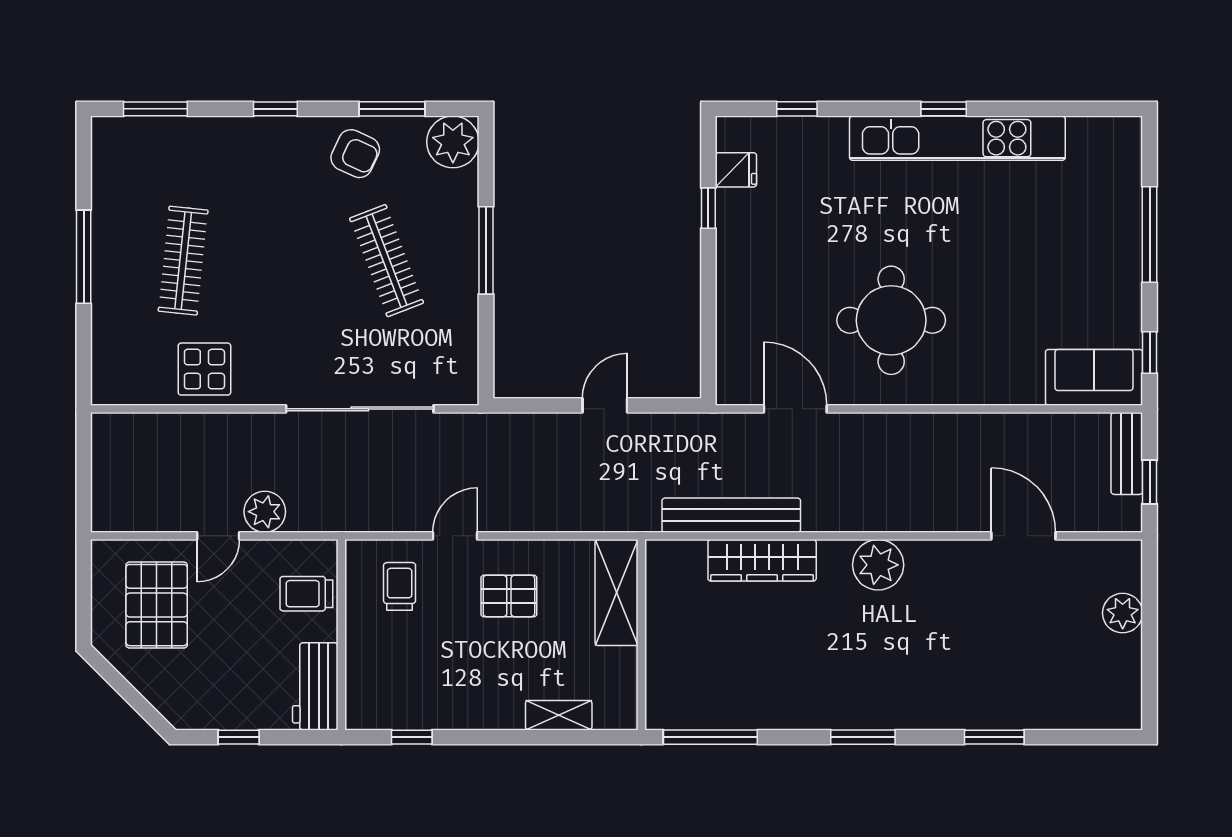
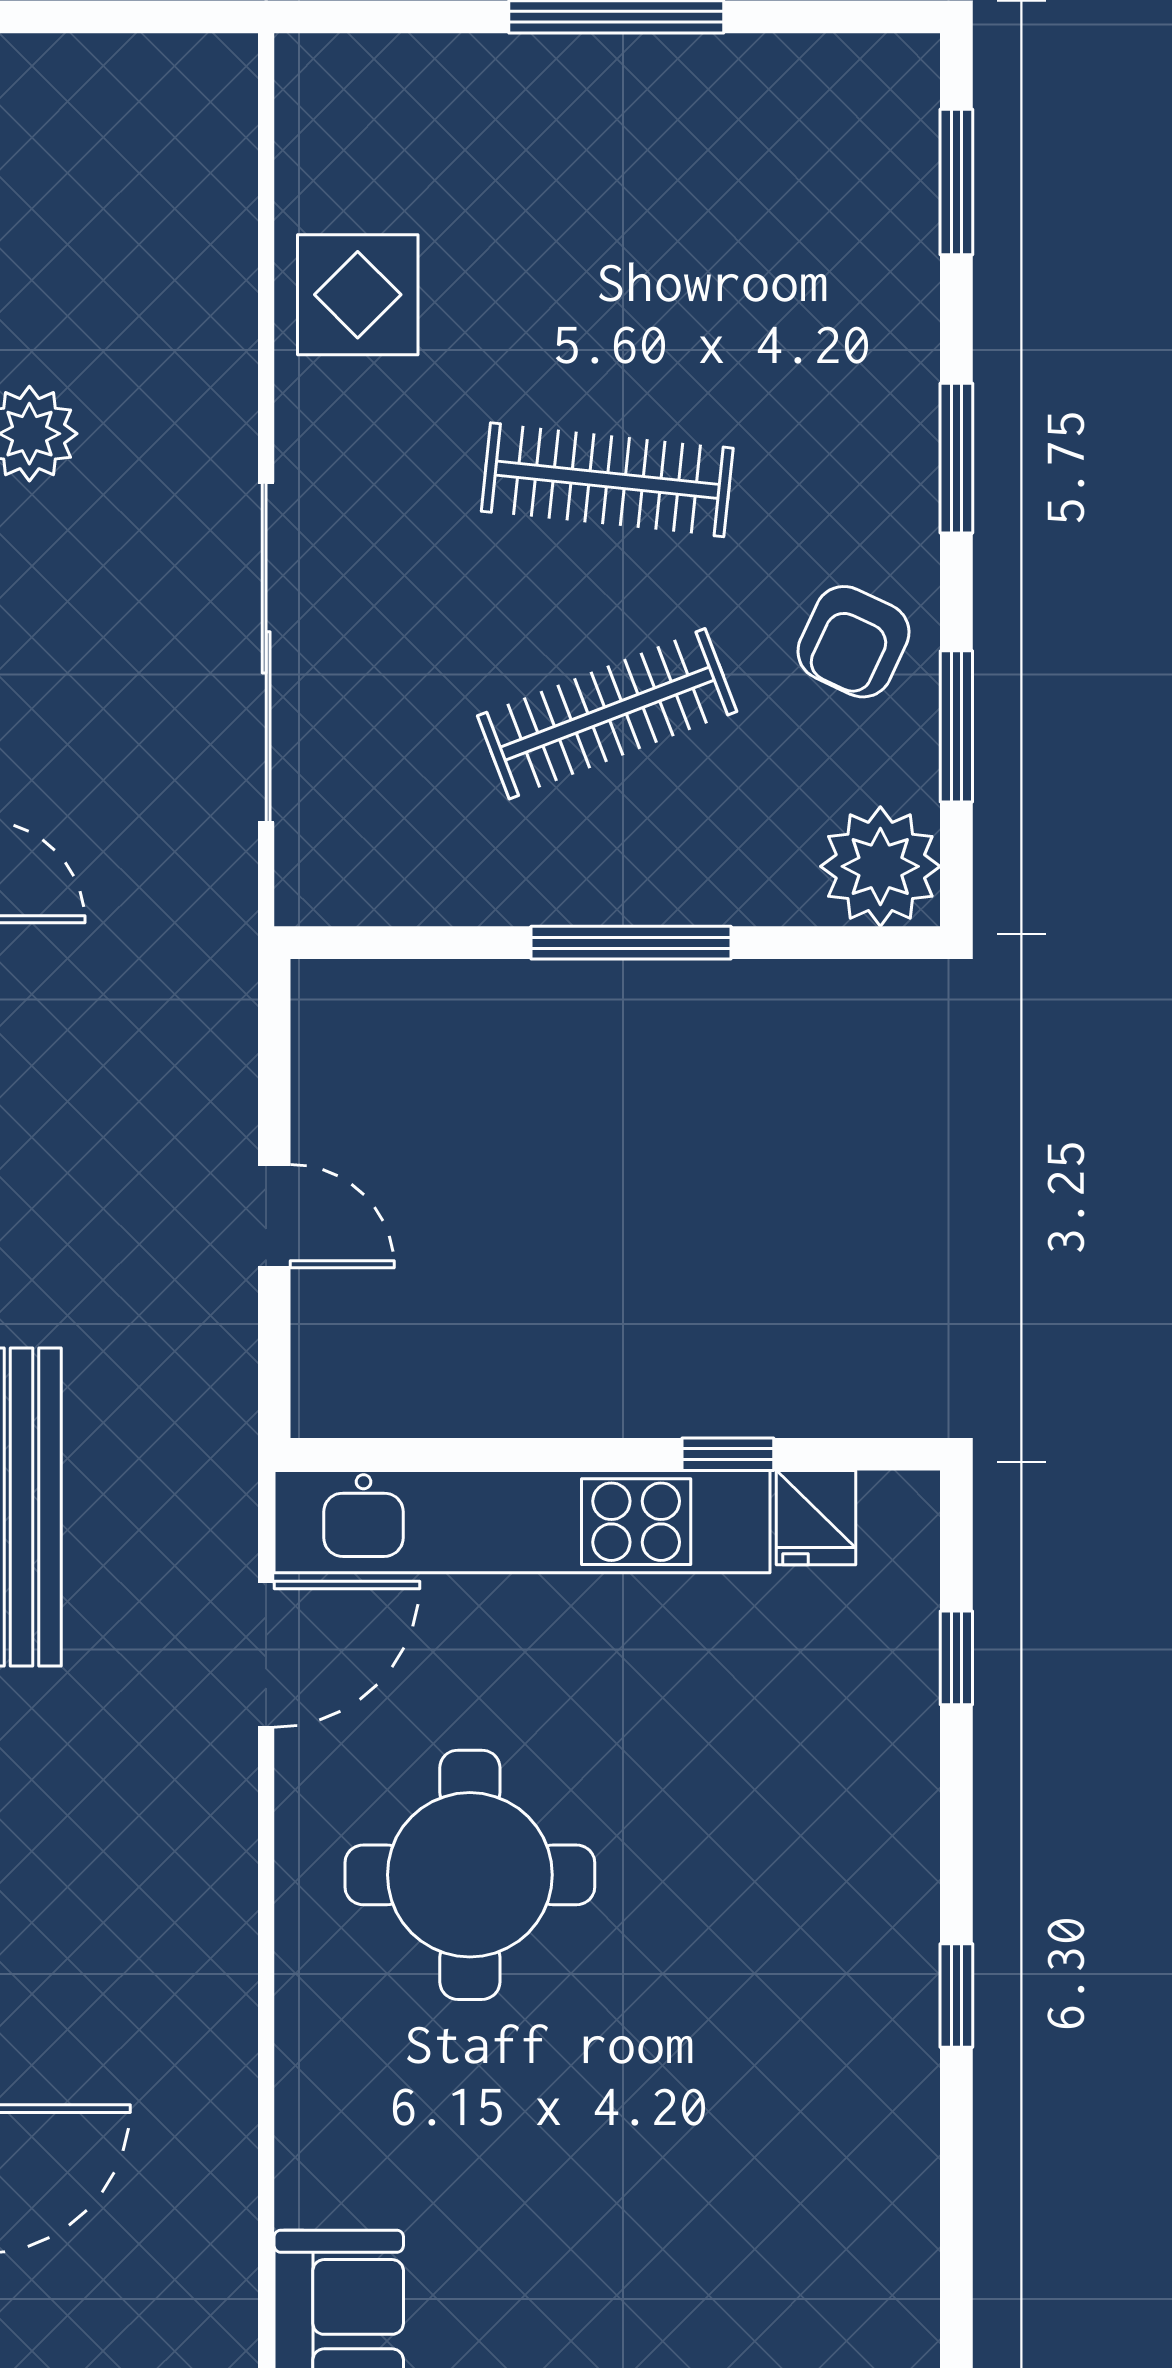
window: (275, 109) -> (956, 458), width x1.50
kitchen unit: (957, 138) -> (522, 1522), moved, turned -90
clothes rail: (183, 261) -> (607, 480), moved

